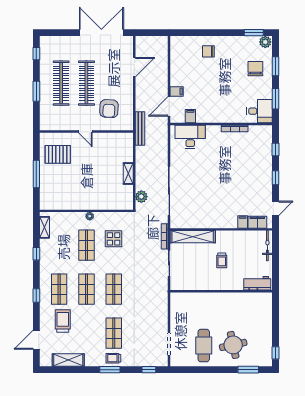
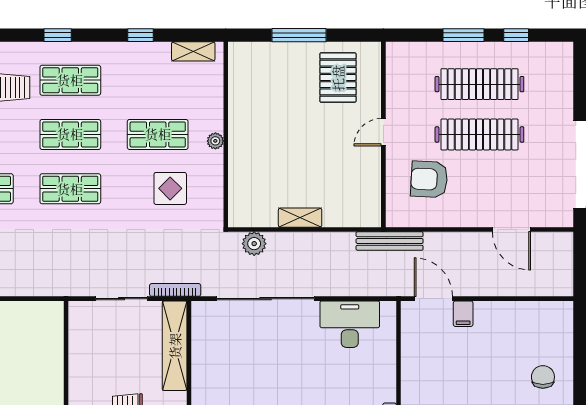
window: (36, 54) -> (516, 35), moved
filing cabinet: (190, 116) -> (414, 341), removed
desk: (190, 137) -> (350, 324), moved, turned -90

